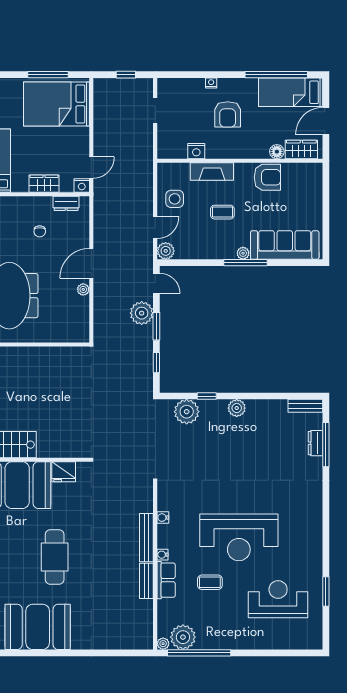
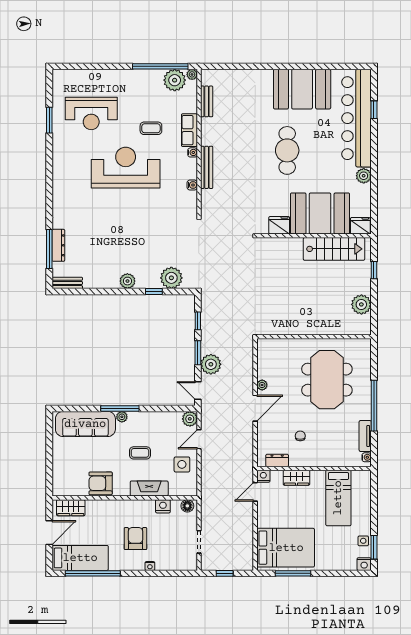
floor lamp: (277, 152) -> (187, 506), moved
dresser: (316, 443) -> (58, 245), width x1.44
bench: (146, 581) -> (207, 101), moved

